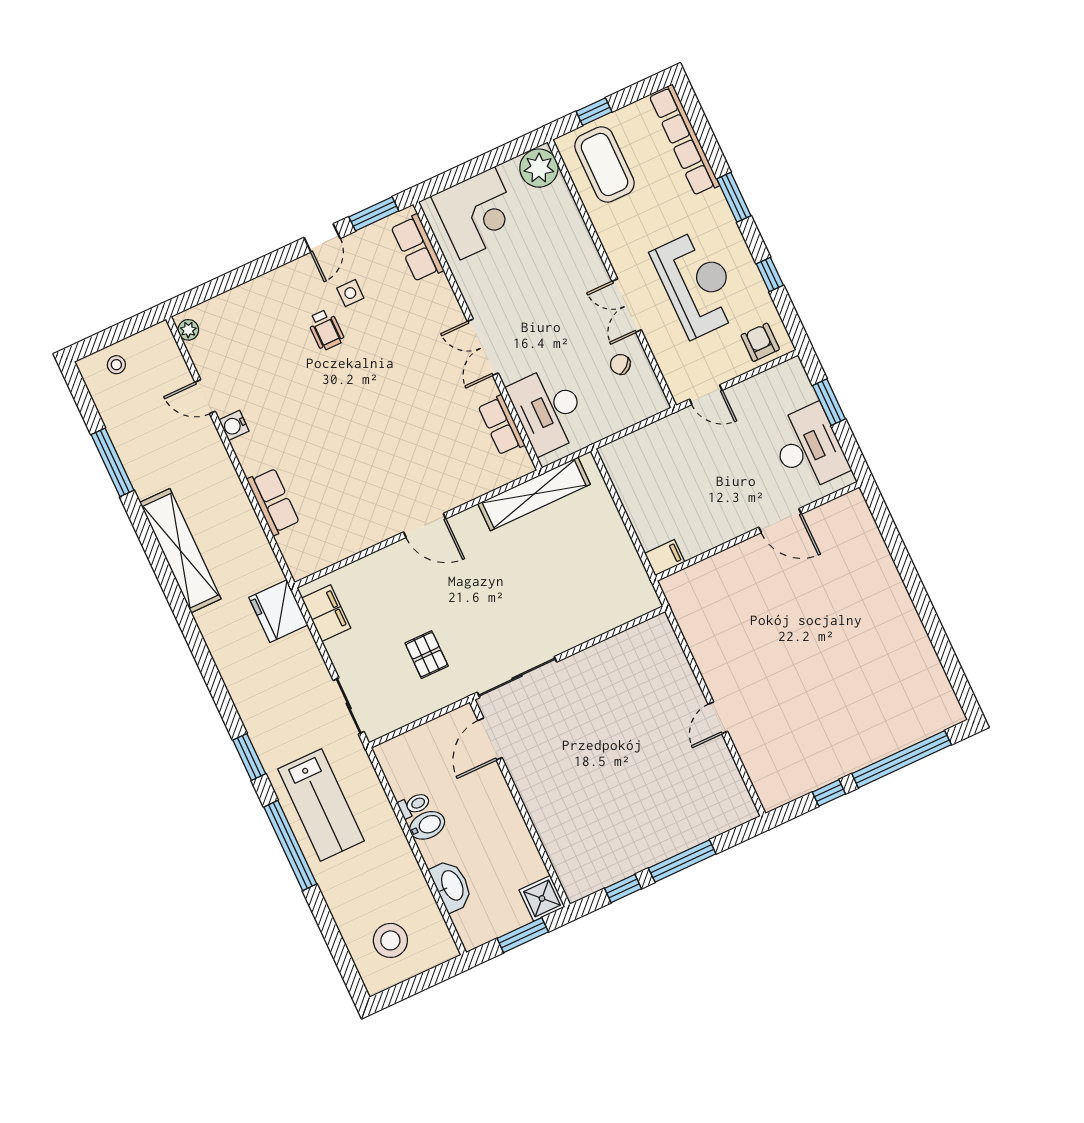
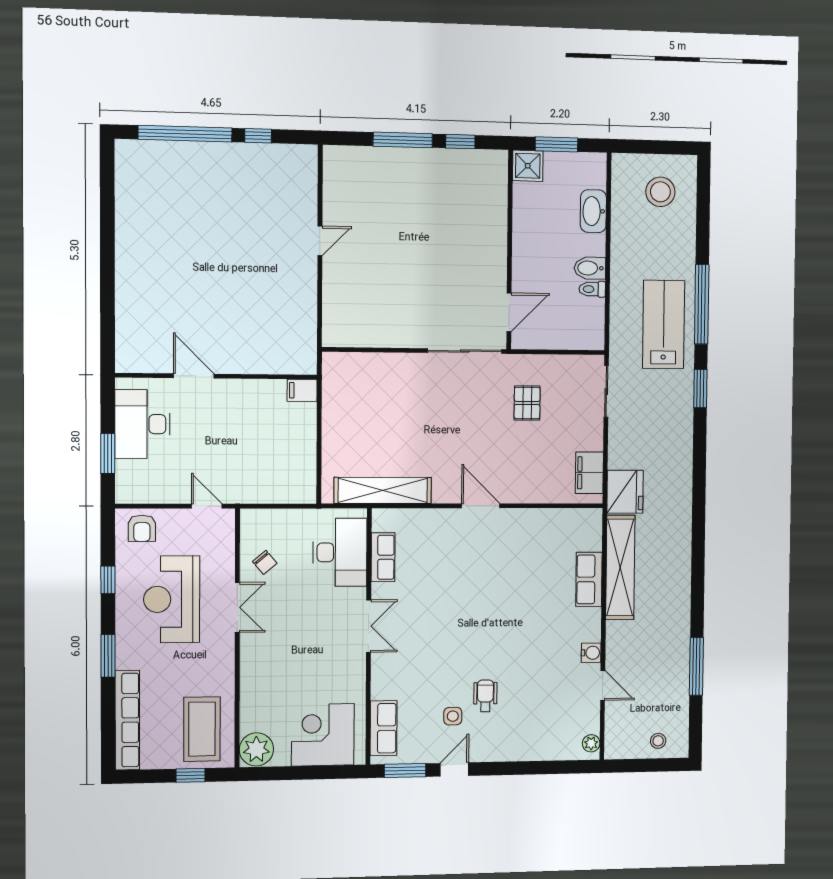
shelving: (180, 551) -> (620, 567), moved

